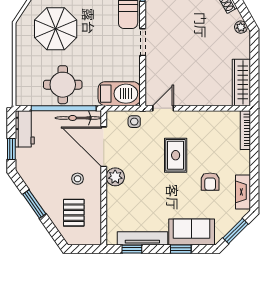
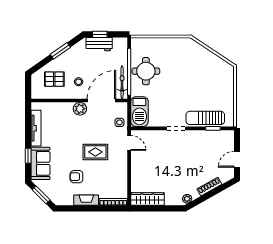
parasol: (56, 29) -> (186, 66), removed
workbench: (25, 129) -> (99, 44), moved
fireplace: (243, 192) -> (86, 200), moved
window: (132, 249) -> (28, 121), removed

